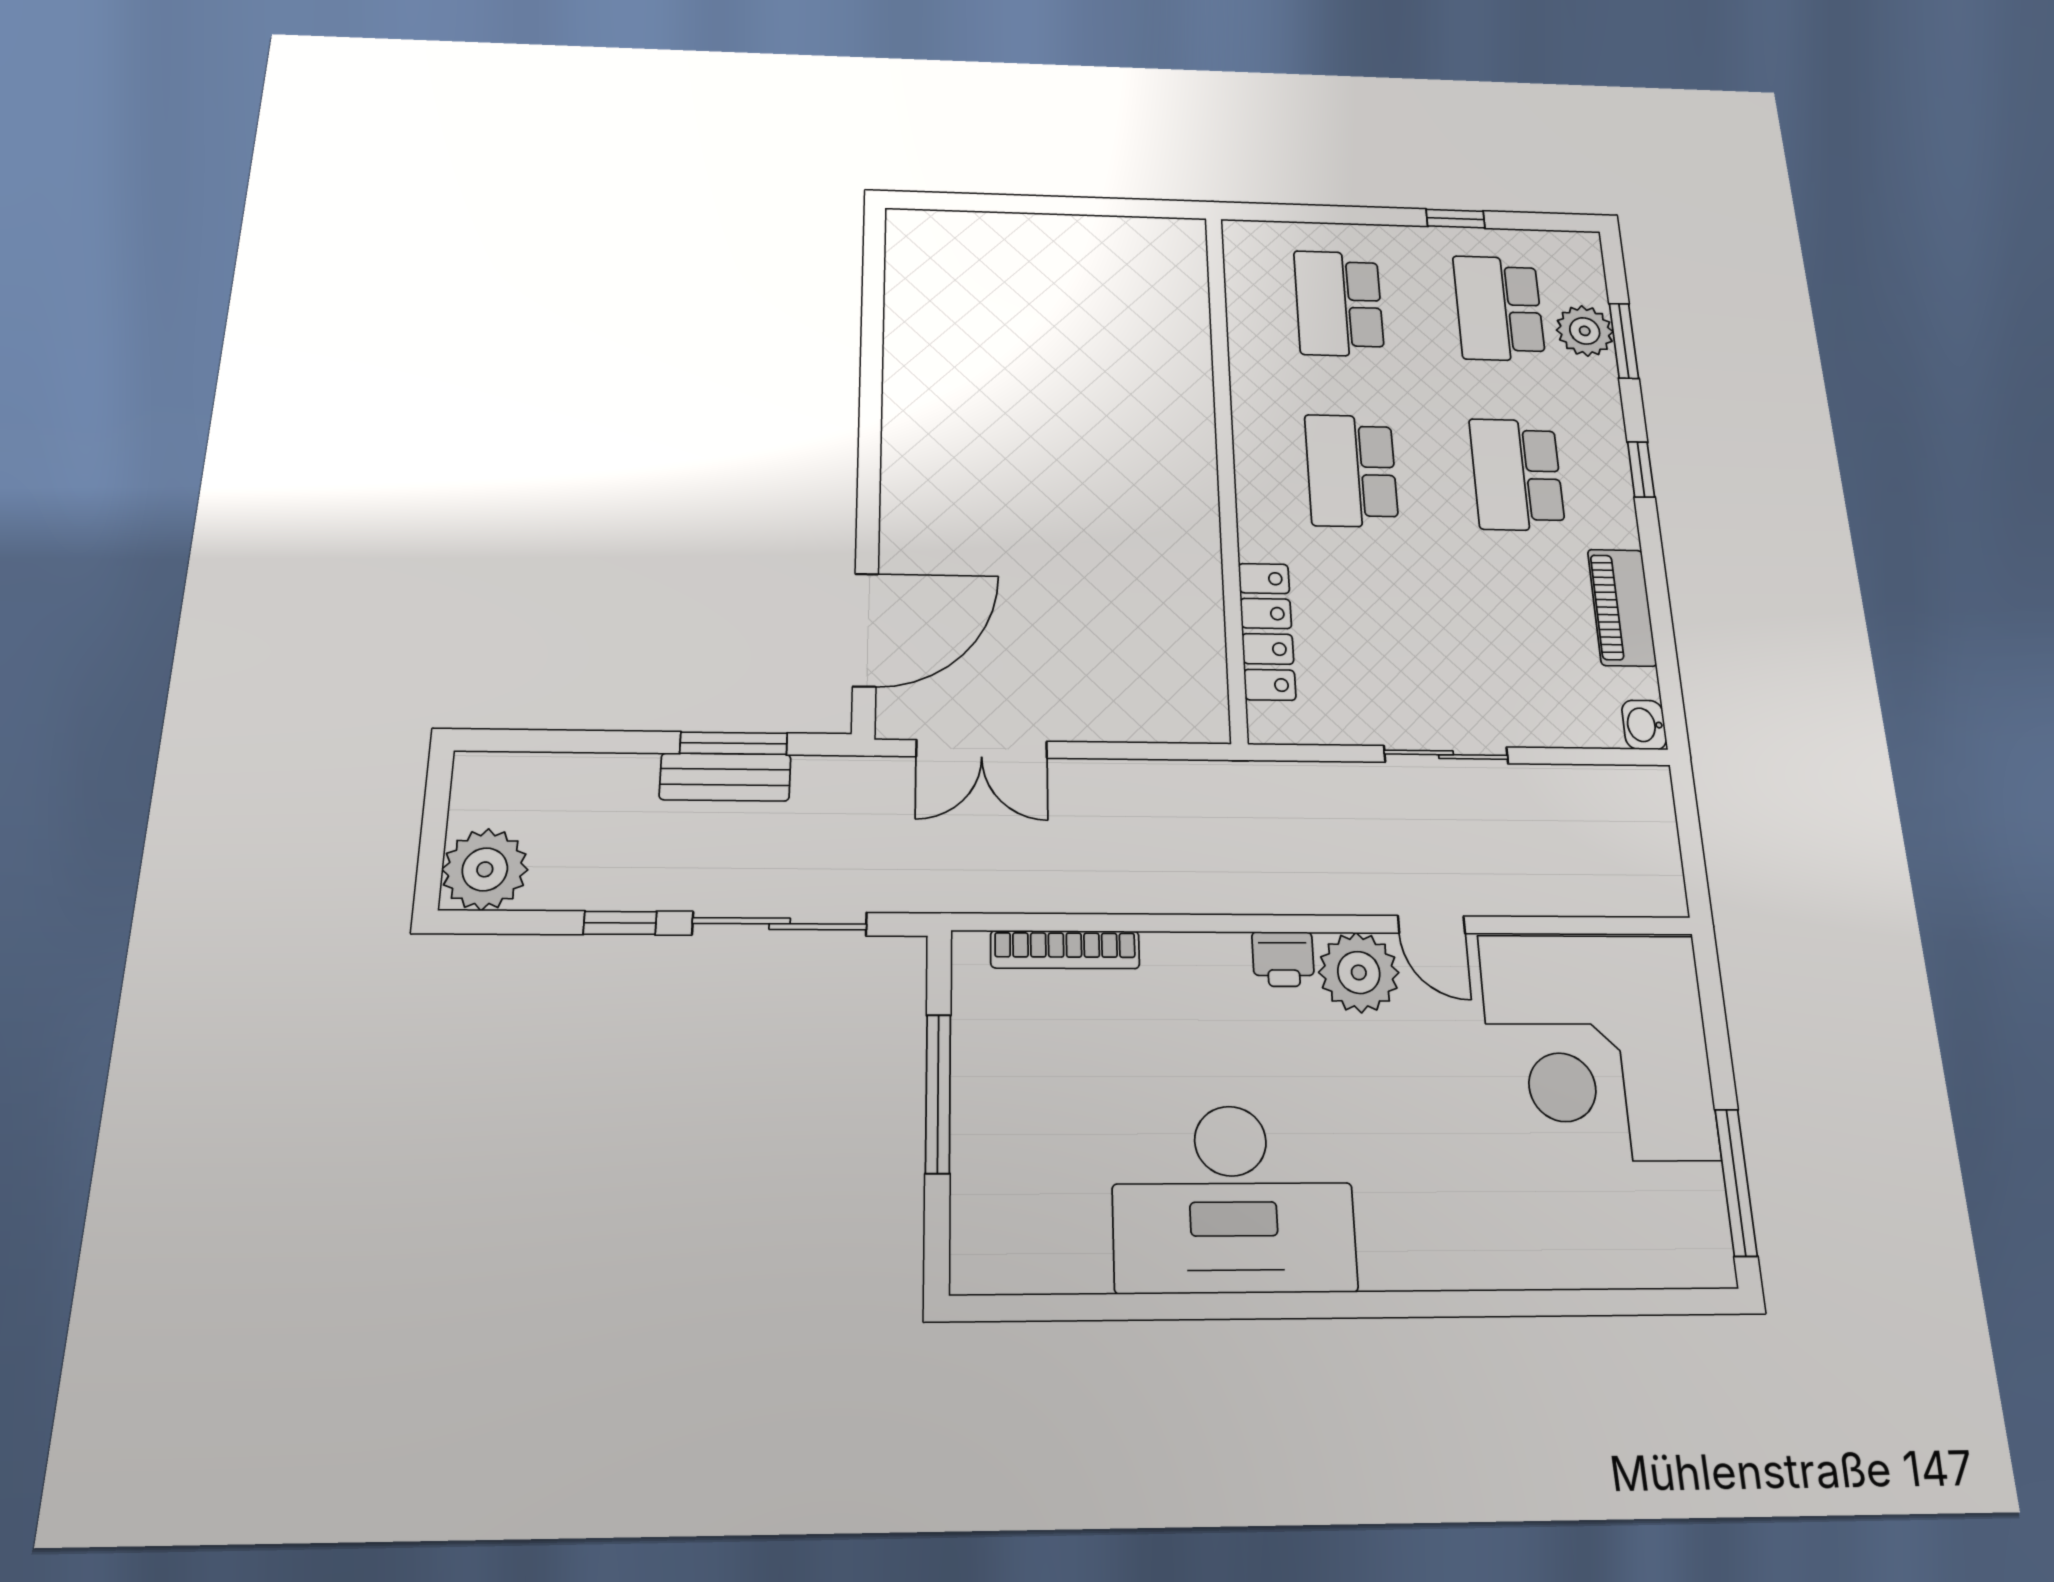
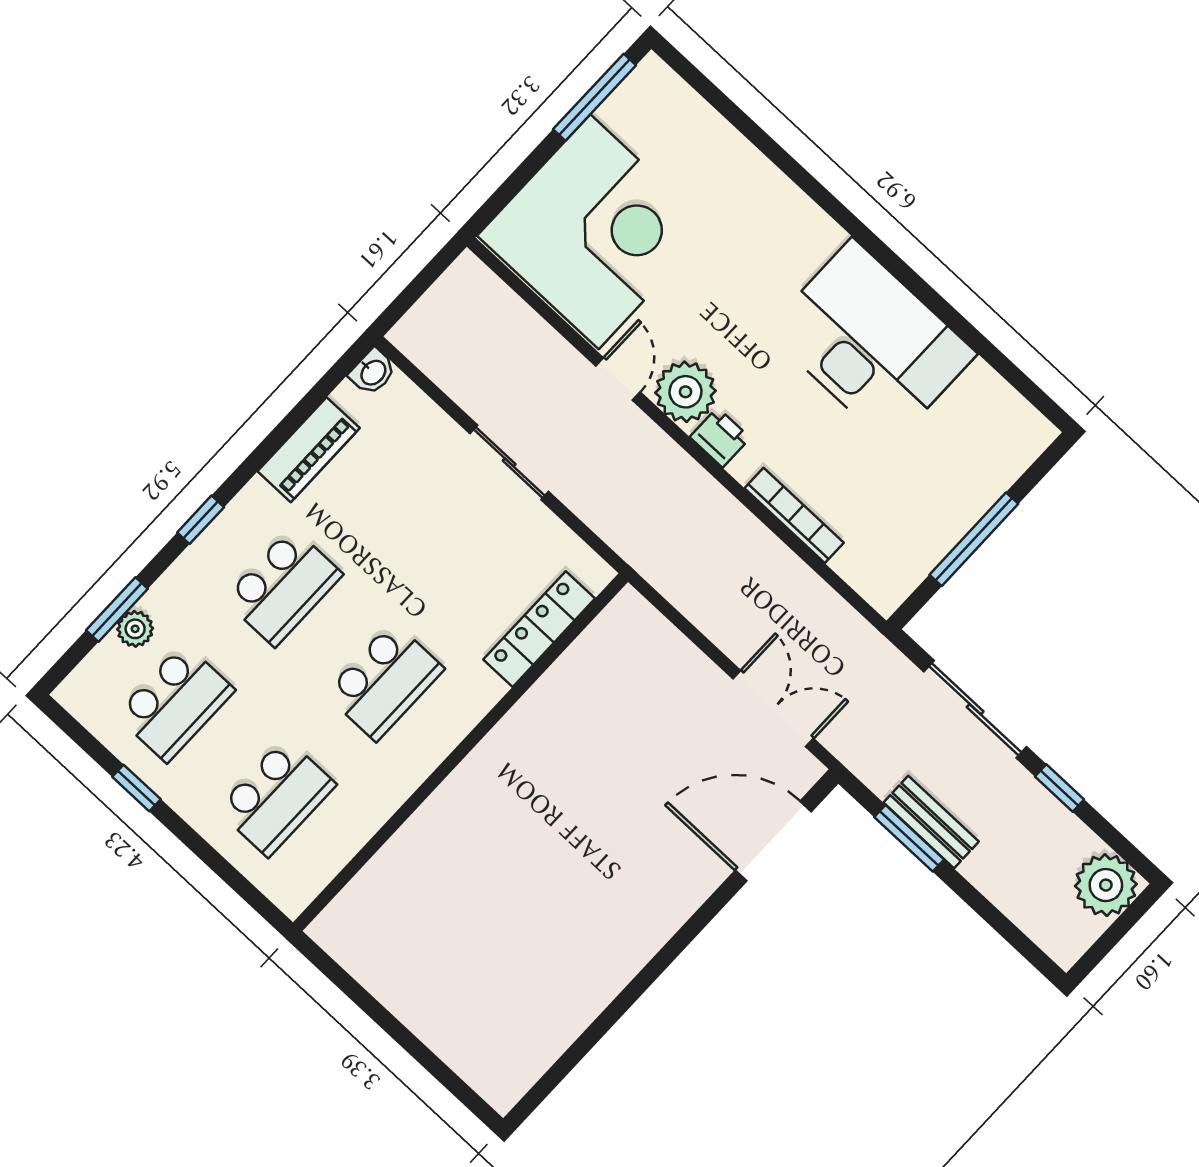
plant: (1585, 331) -> (135, 629), width x0.73, depth x0.73
bookcase: (1065, 950) -> (794, 515), moved

